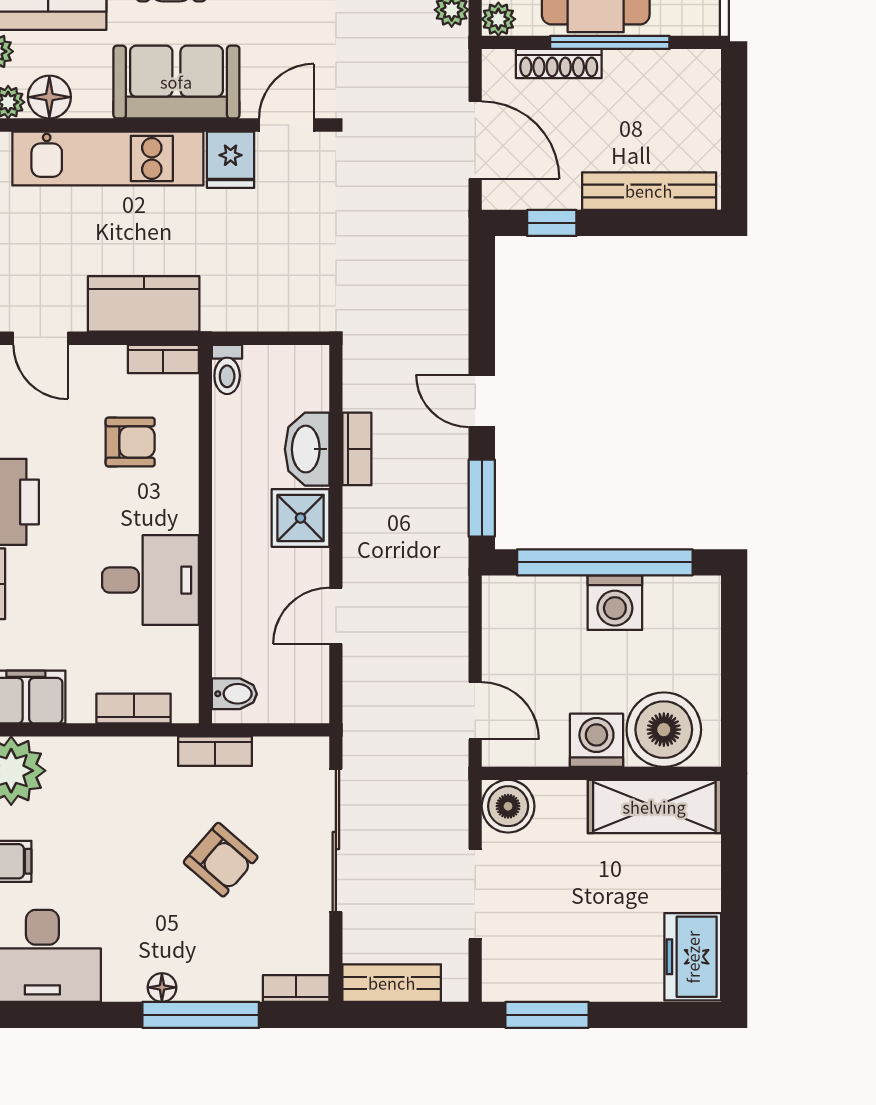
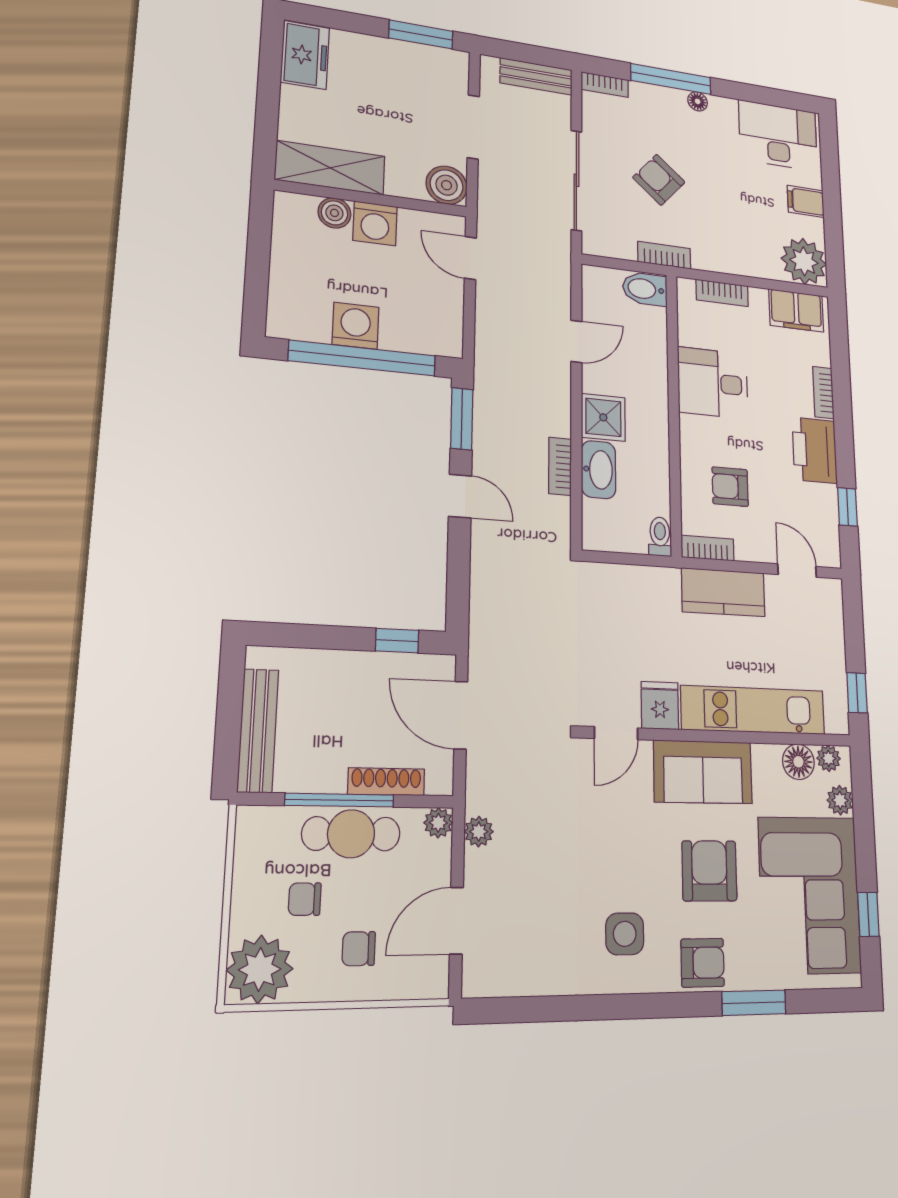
bench: (649, 191) -> (258, 731), moved, turned 90
bidet: (234, 694) -> (645, 289), width x1.38, depth x1.36
boiler: (664, 730) -> (334, 213), width x0.54, depth x0.54

